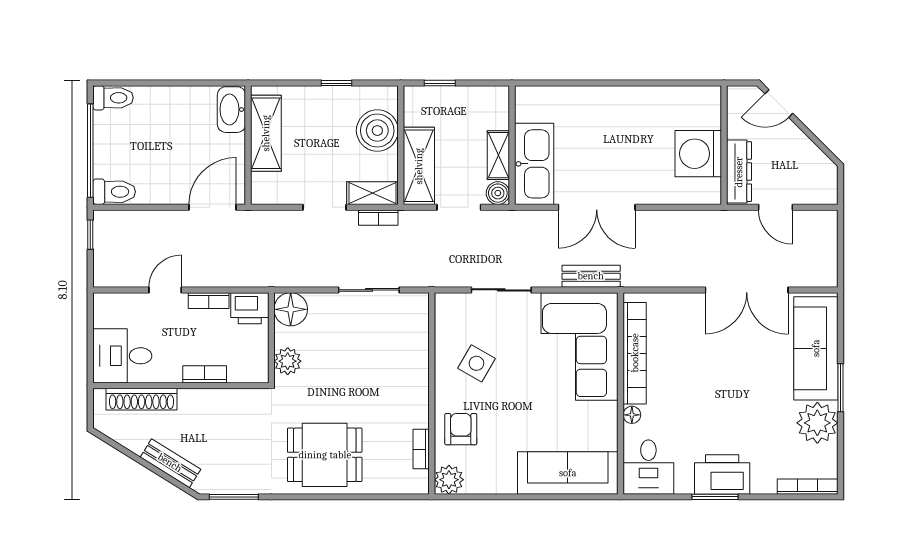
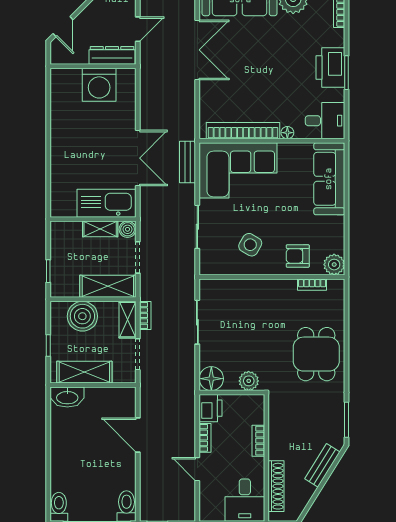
washbasin: (231, 110) -> (67, 397), moved
shelving: (266, 133) -> (84, 372), moved
wall: (248, 145) -> (93, 385), moved

